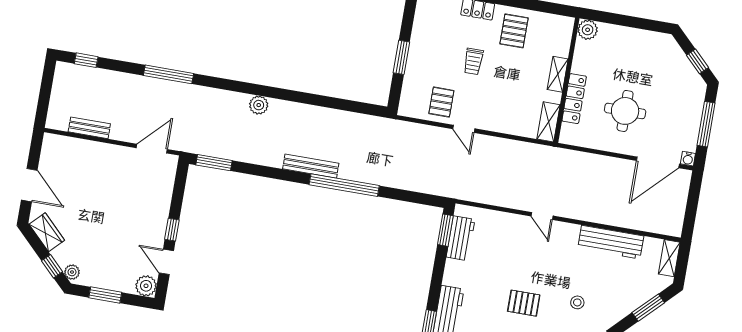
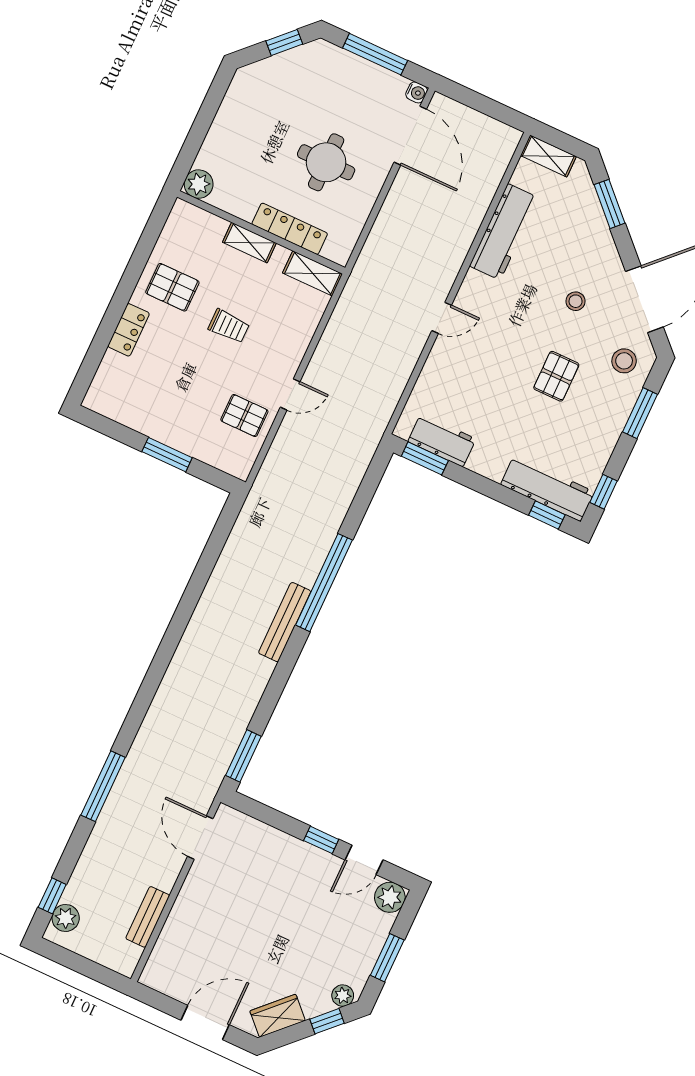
trolley: (473, 61) -> (229, 326), moved
plant: (259, 105) -> (66, 918), moved

